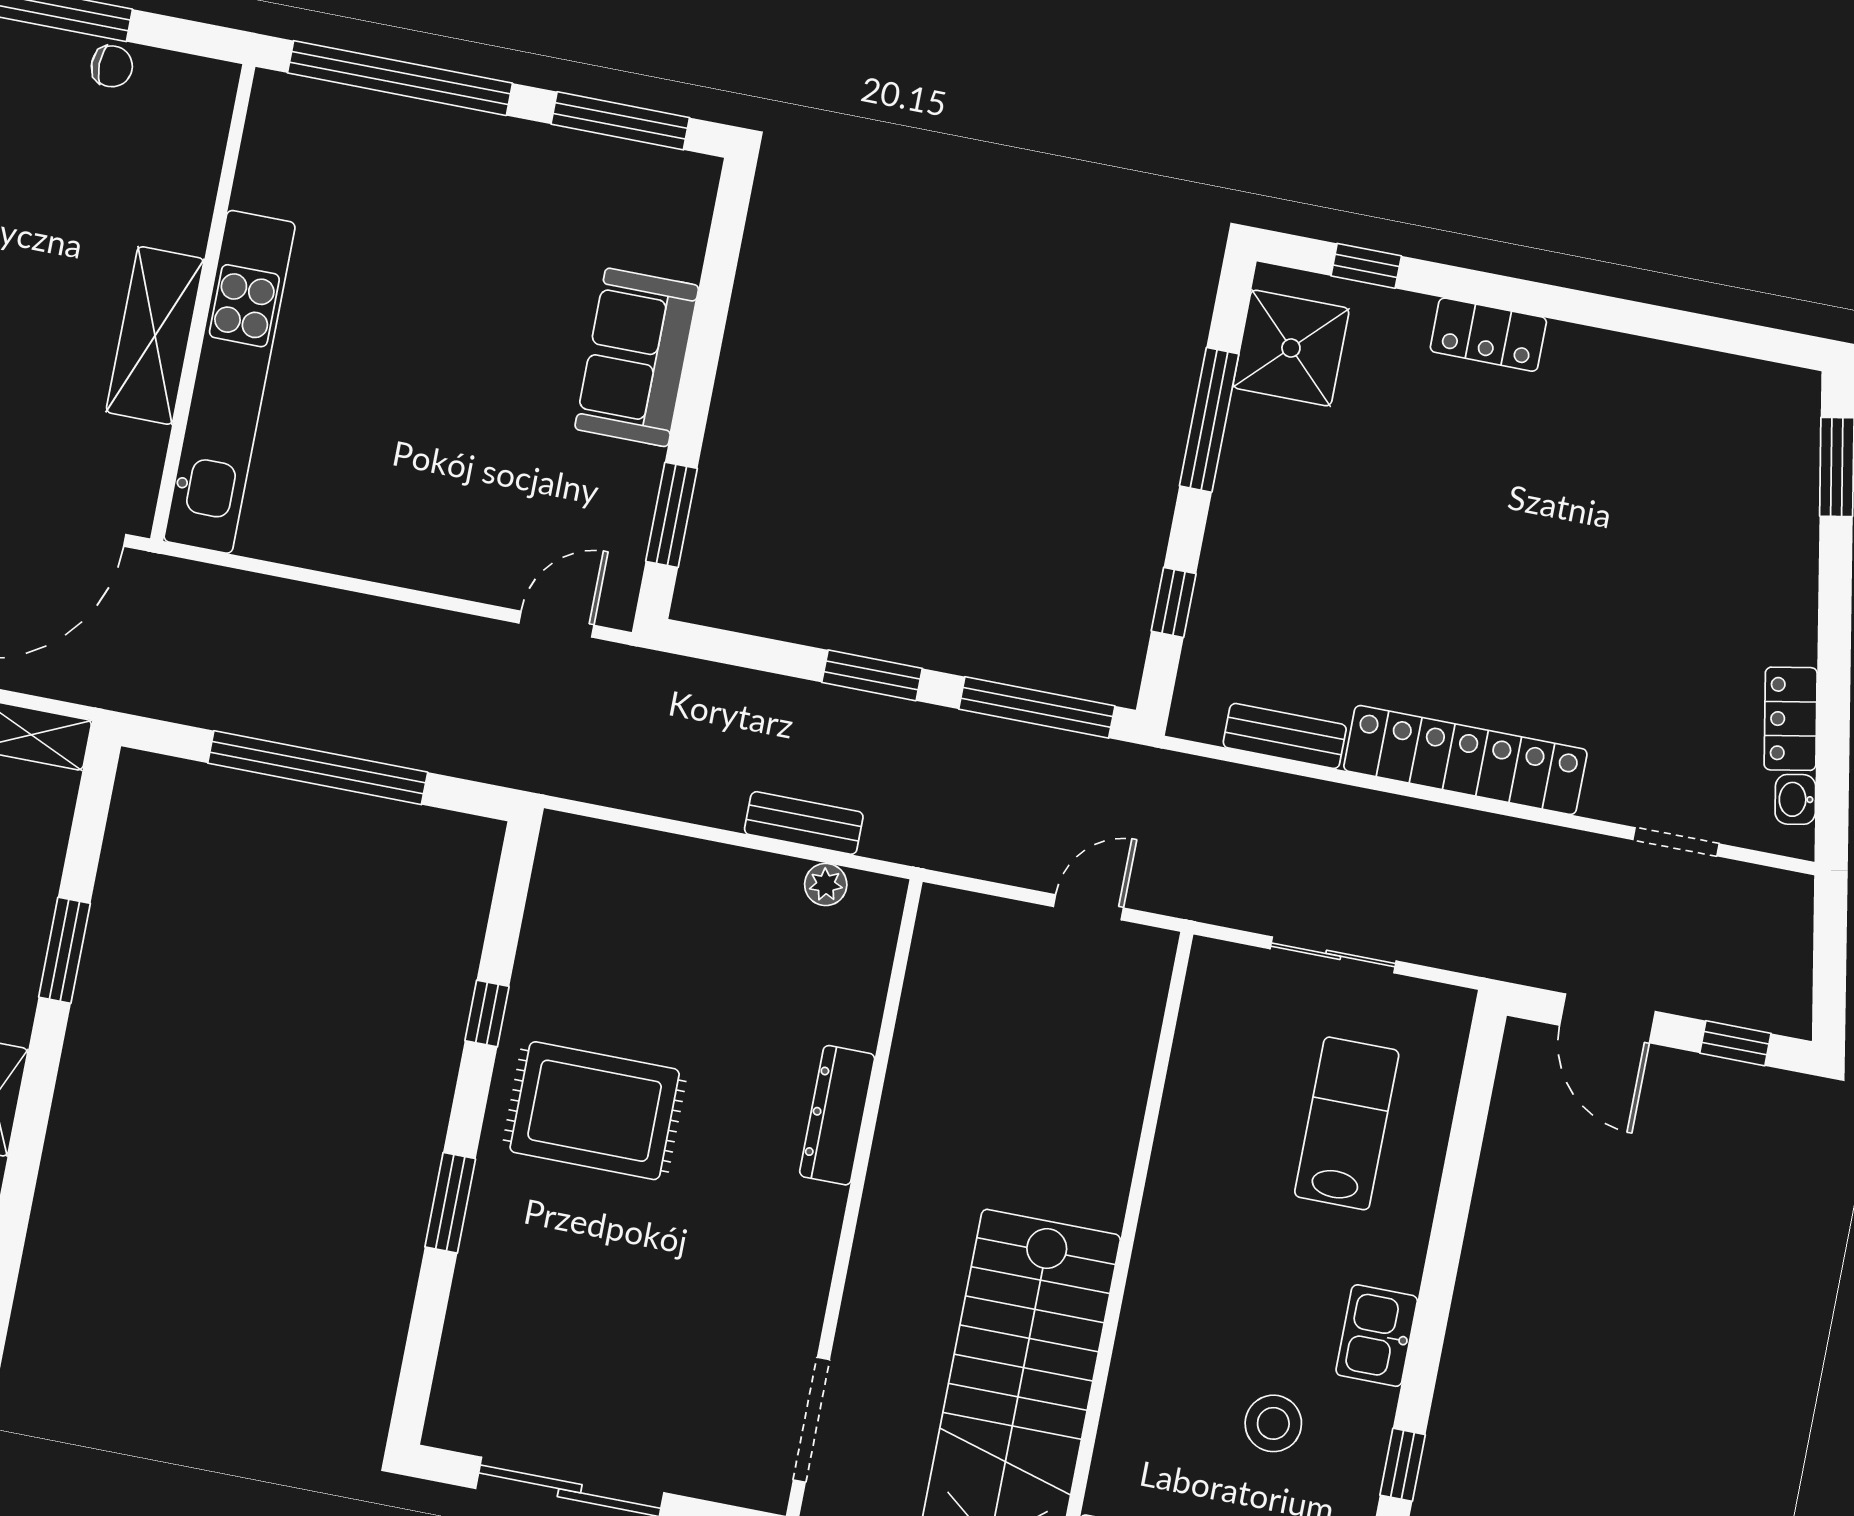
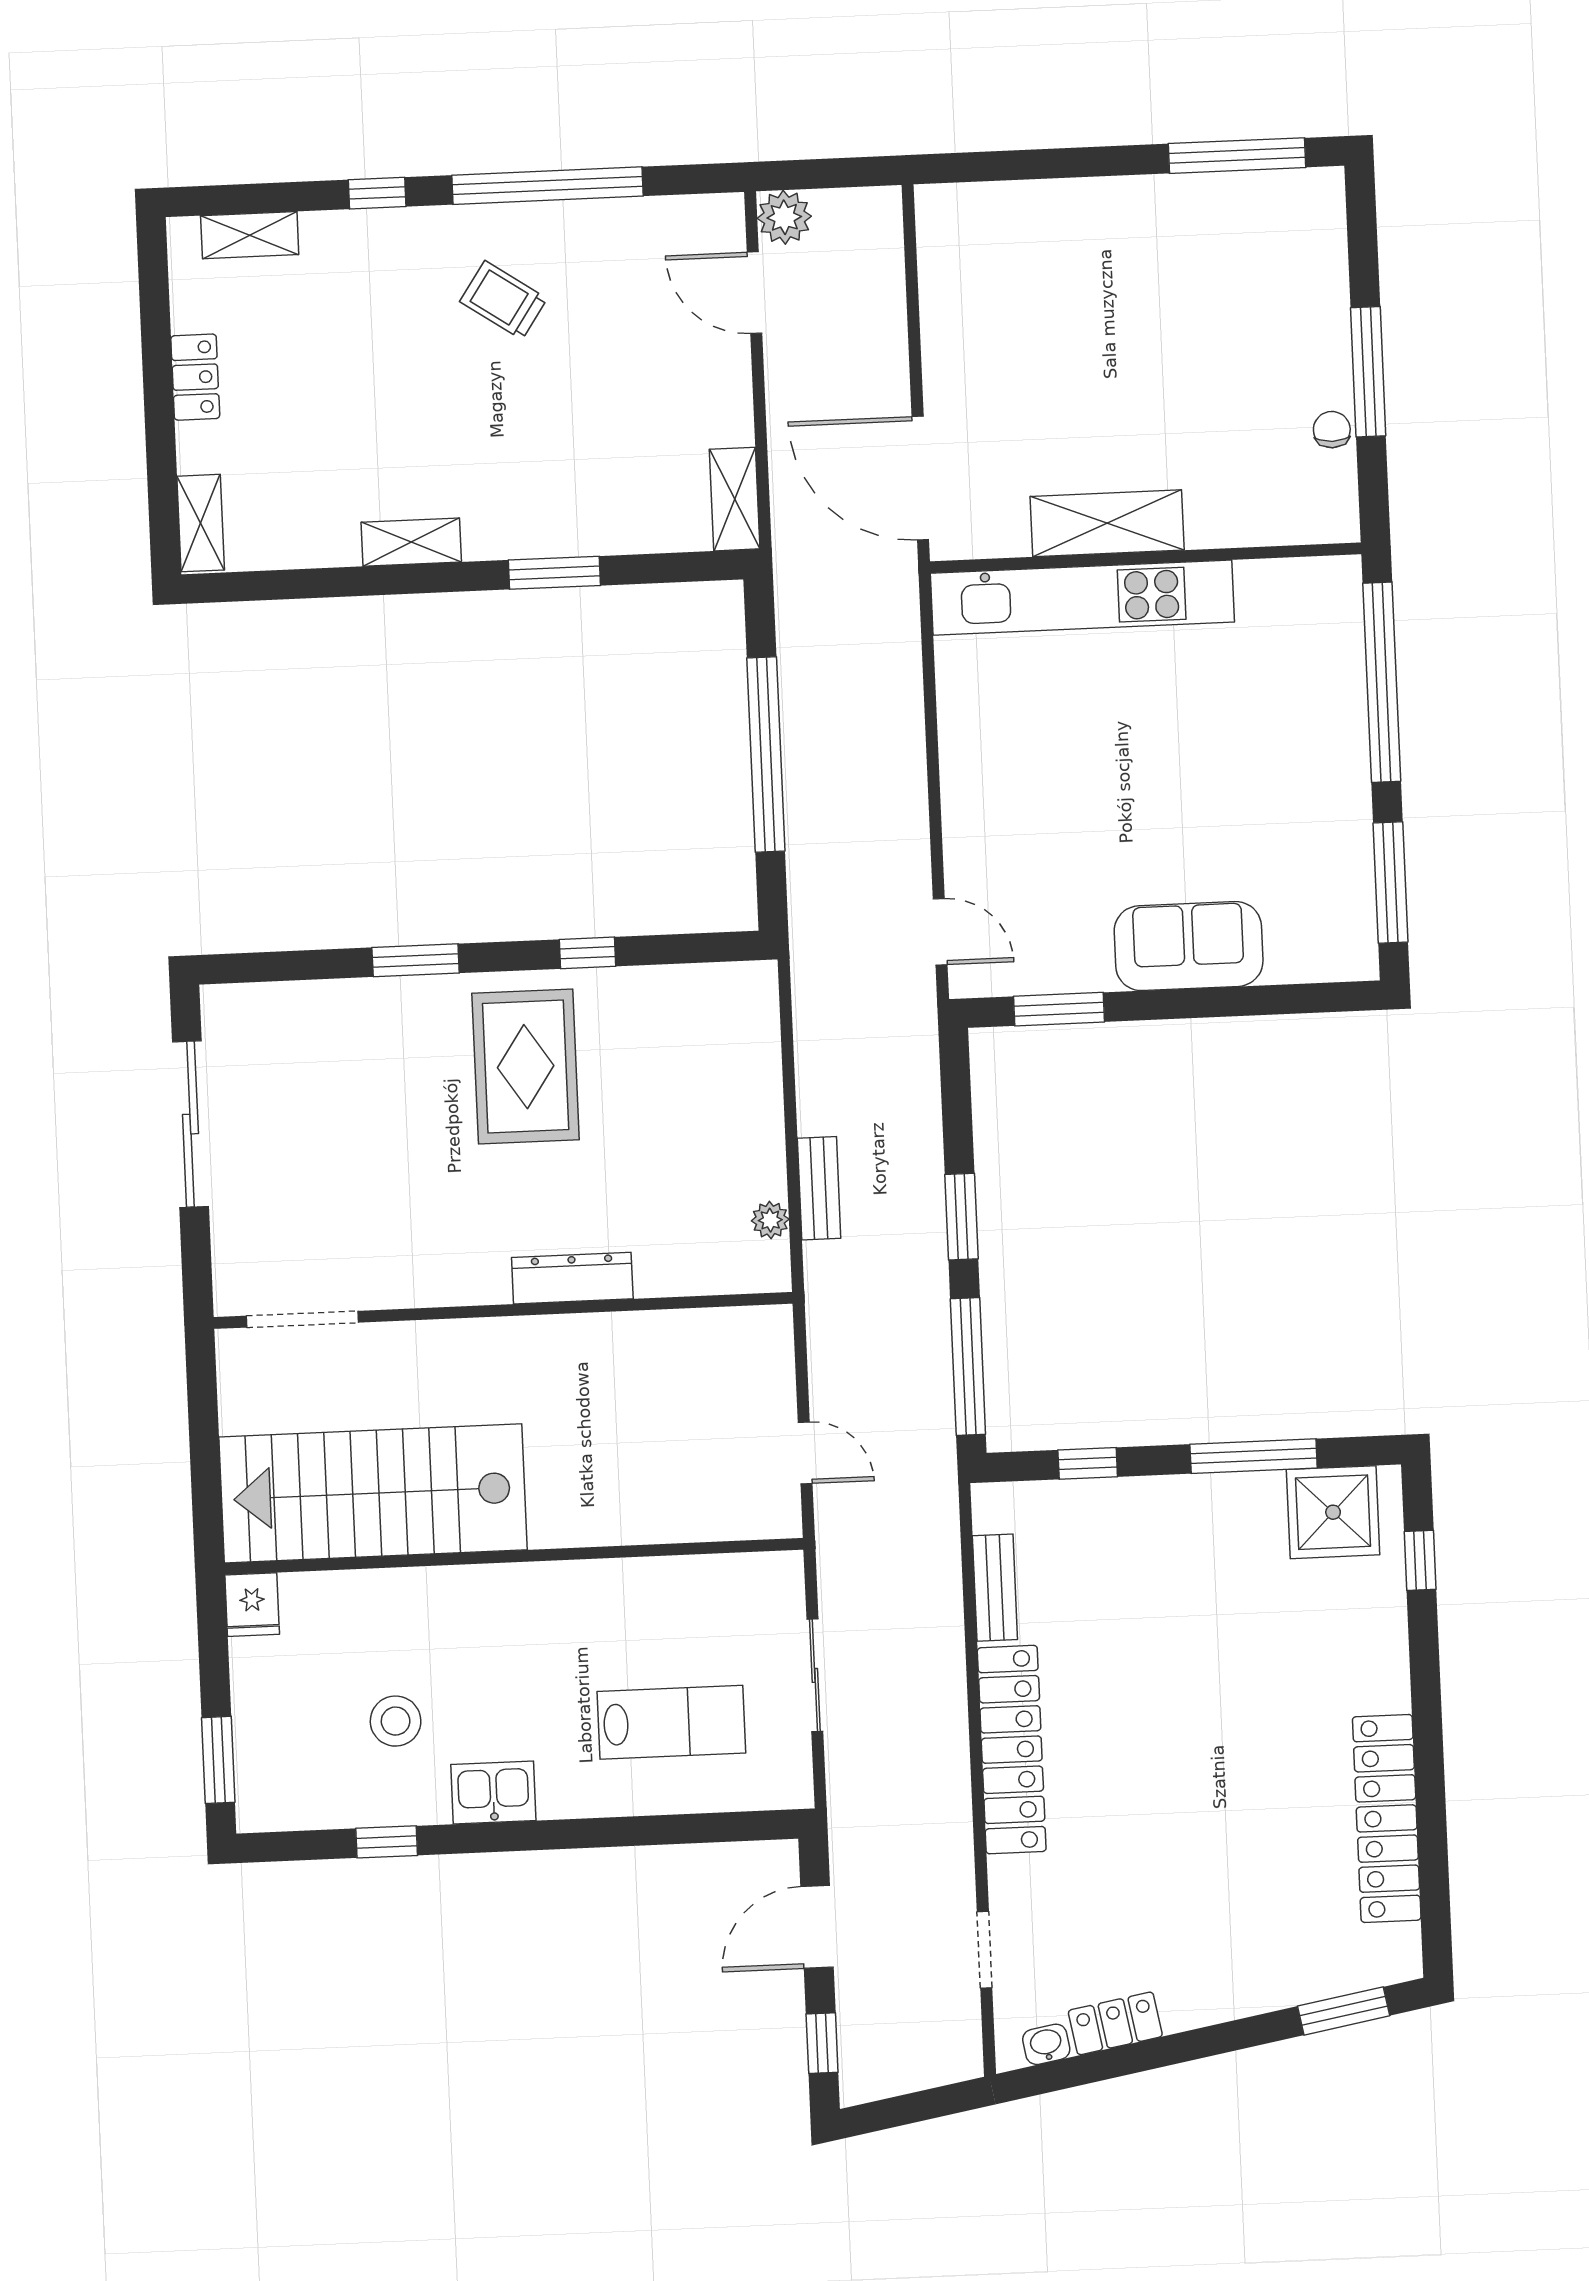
chair: (112, 66) -> (1332, 430), turned 180
locker: (1488, 335) -> (1387, 1818), moved, width x2.16, depth x1.21

